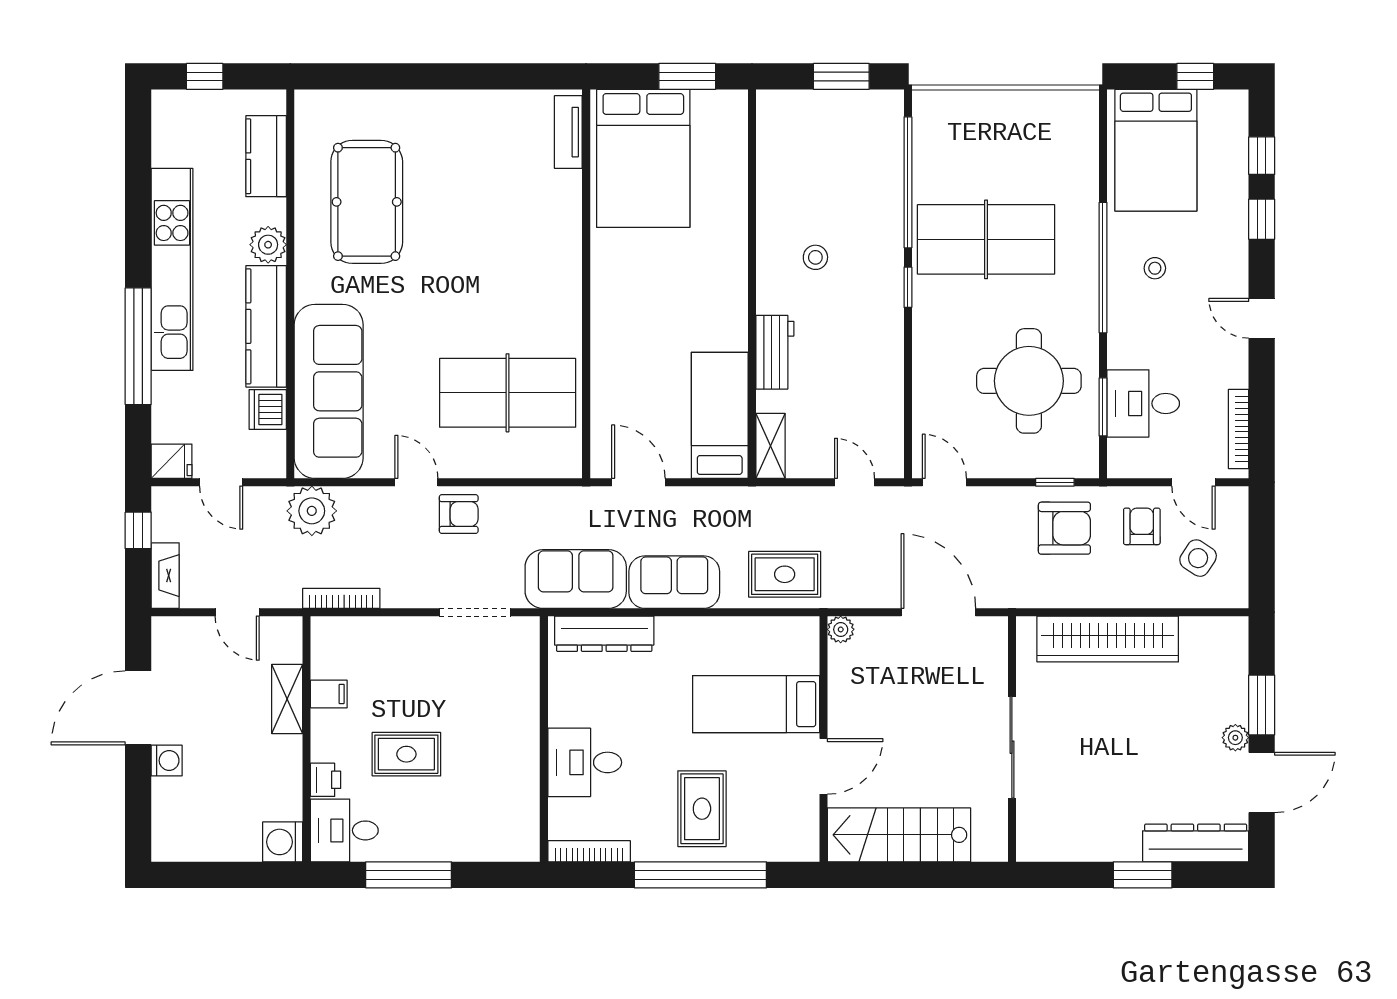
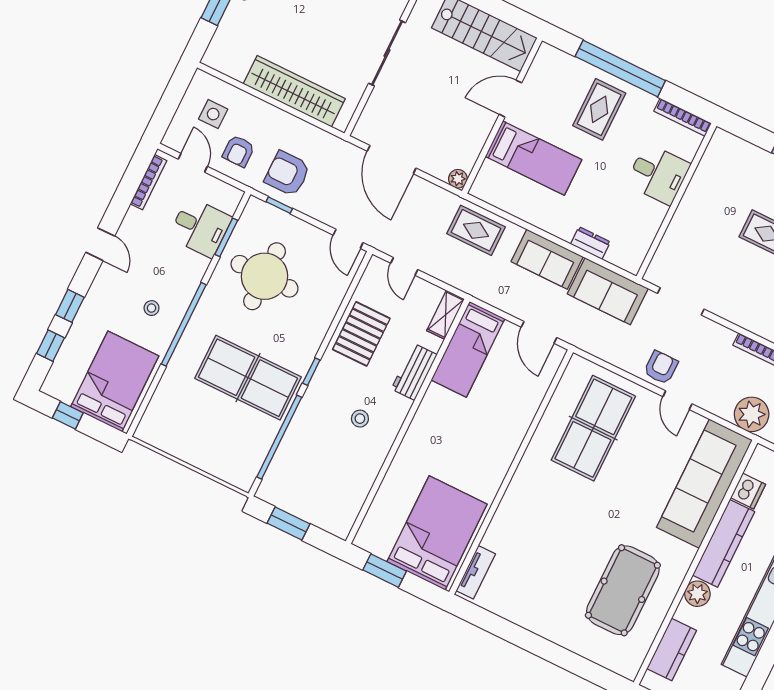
pallet: (867, 368) -> (361, 334), added
table tennis table: (508, 393) -> (593, 428), turned 90
armchair: (459, 514) -> (661, 367), turned 90
side table: (1198, 558) -> (213, 114), turned -33
dresser: (604, 634) -> (590, 243), width x0.51, depth x0.80

